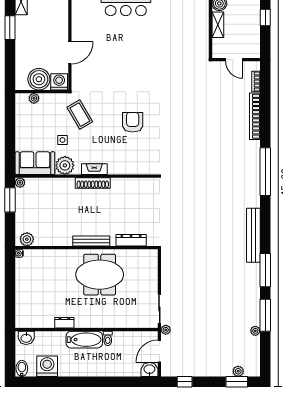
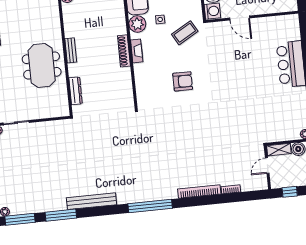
door: (234, 60) -> (267, 166), moved
wall: (236, 60) -> (267, 167), moved
bench: (91, 241) -> (71, 50), width x0.73

